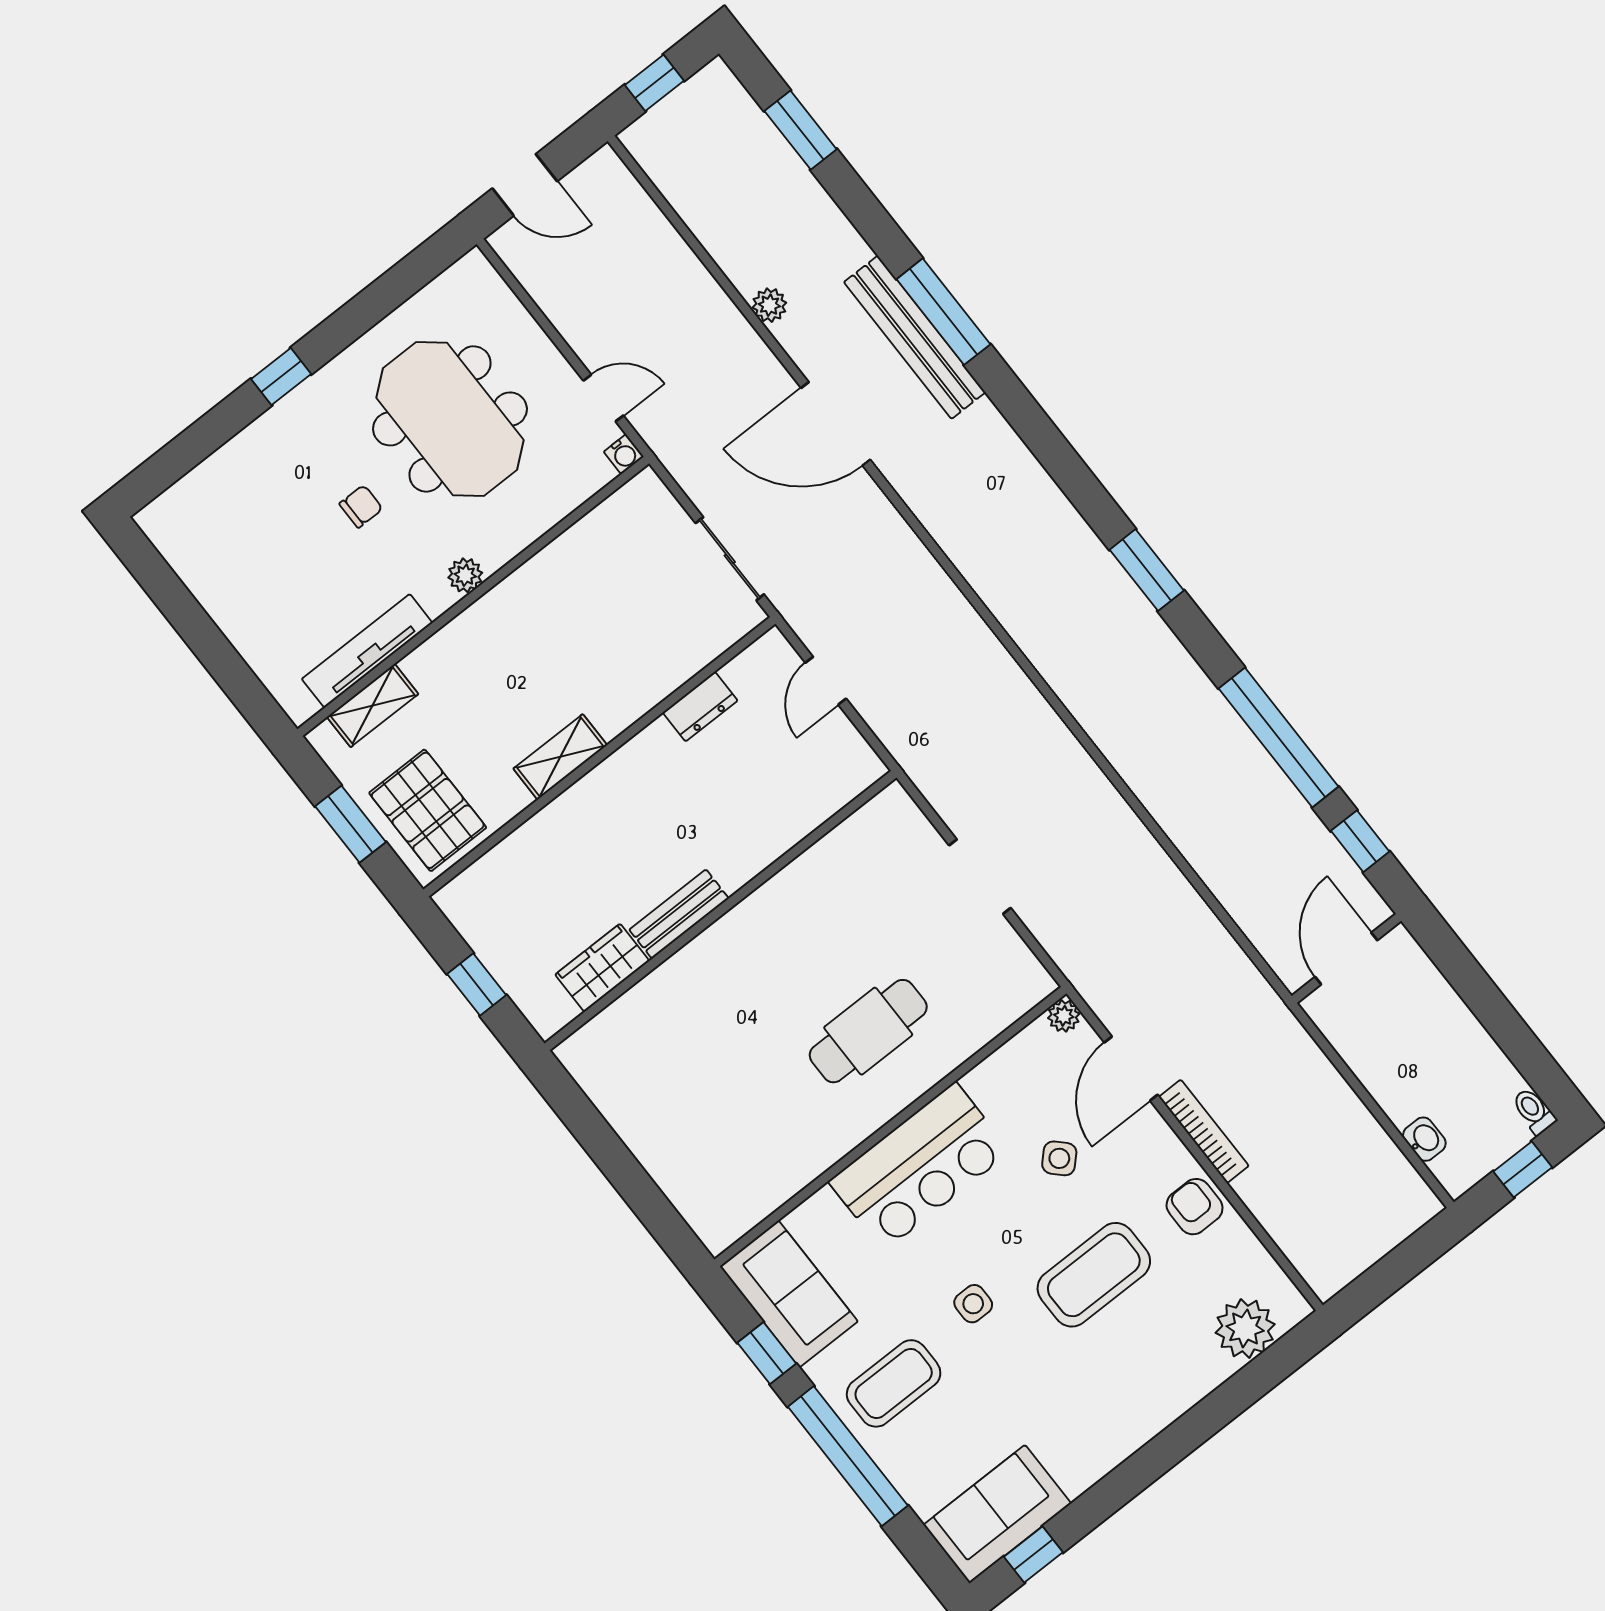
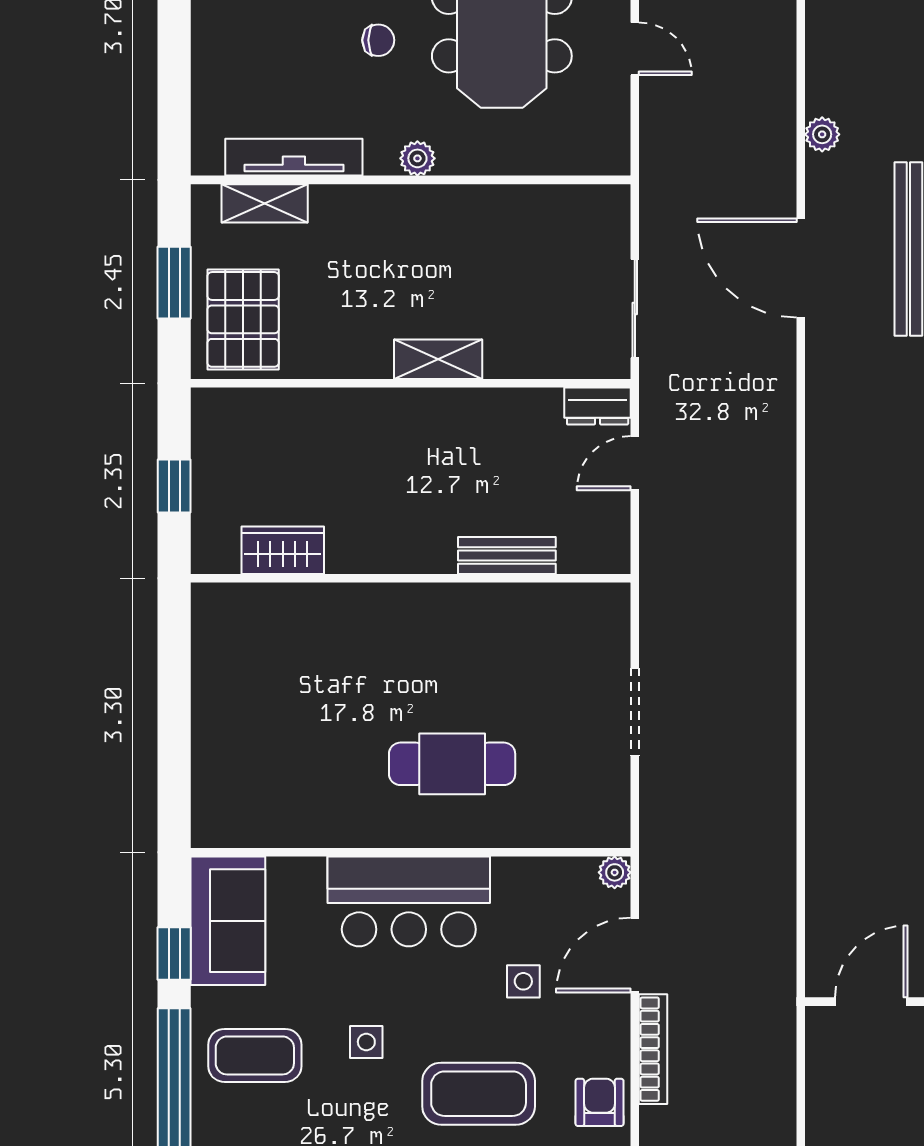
door: (603, 398) -> (635, 49), moved
water cooler: (624, 454) -> (616, 161), removed
dresser: (700, 707) -> (598, 406), moved
shelving: (560, 757) -> (438, 359), moved
bench: (679, 914) -> (507, 556), moved
side table: (1059, 1158) -> (523, 981), turned 45

